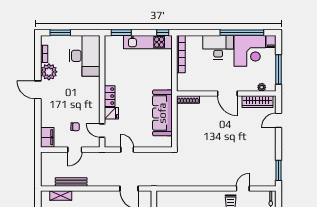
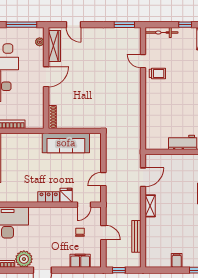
filing cabinet: (47, 137) -> (80, 261), moved
window: (38, 165) -> (119, 270), added
shelving: (61, 196) -> (150, 206), moved

